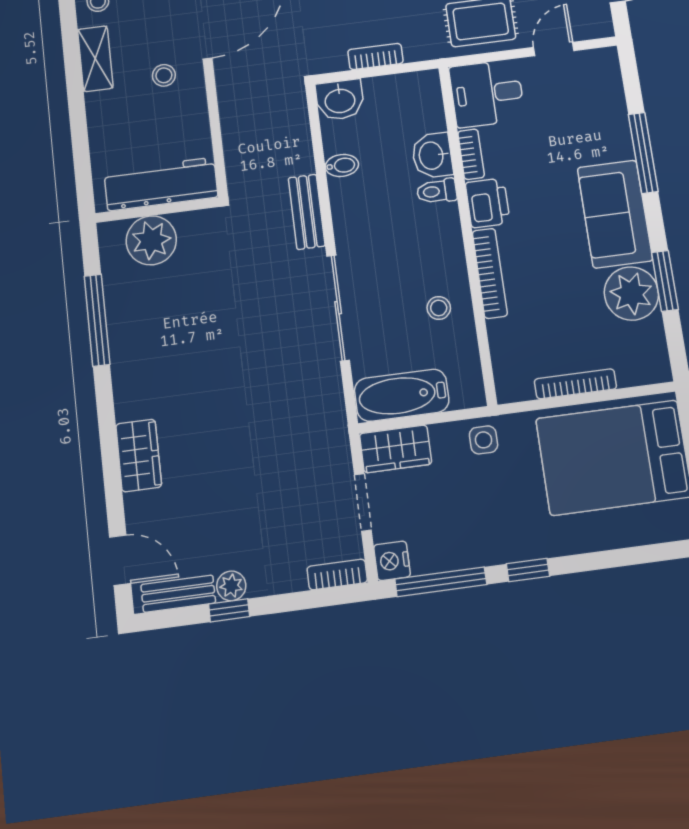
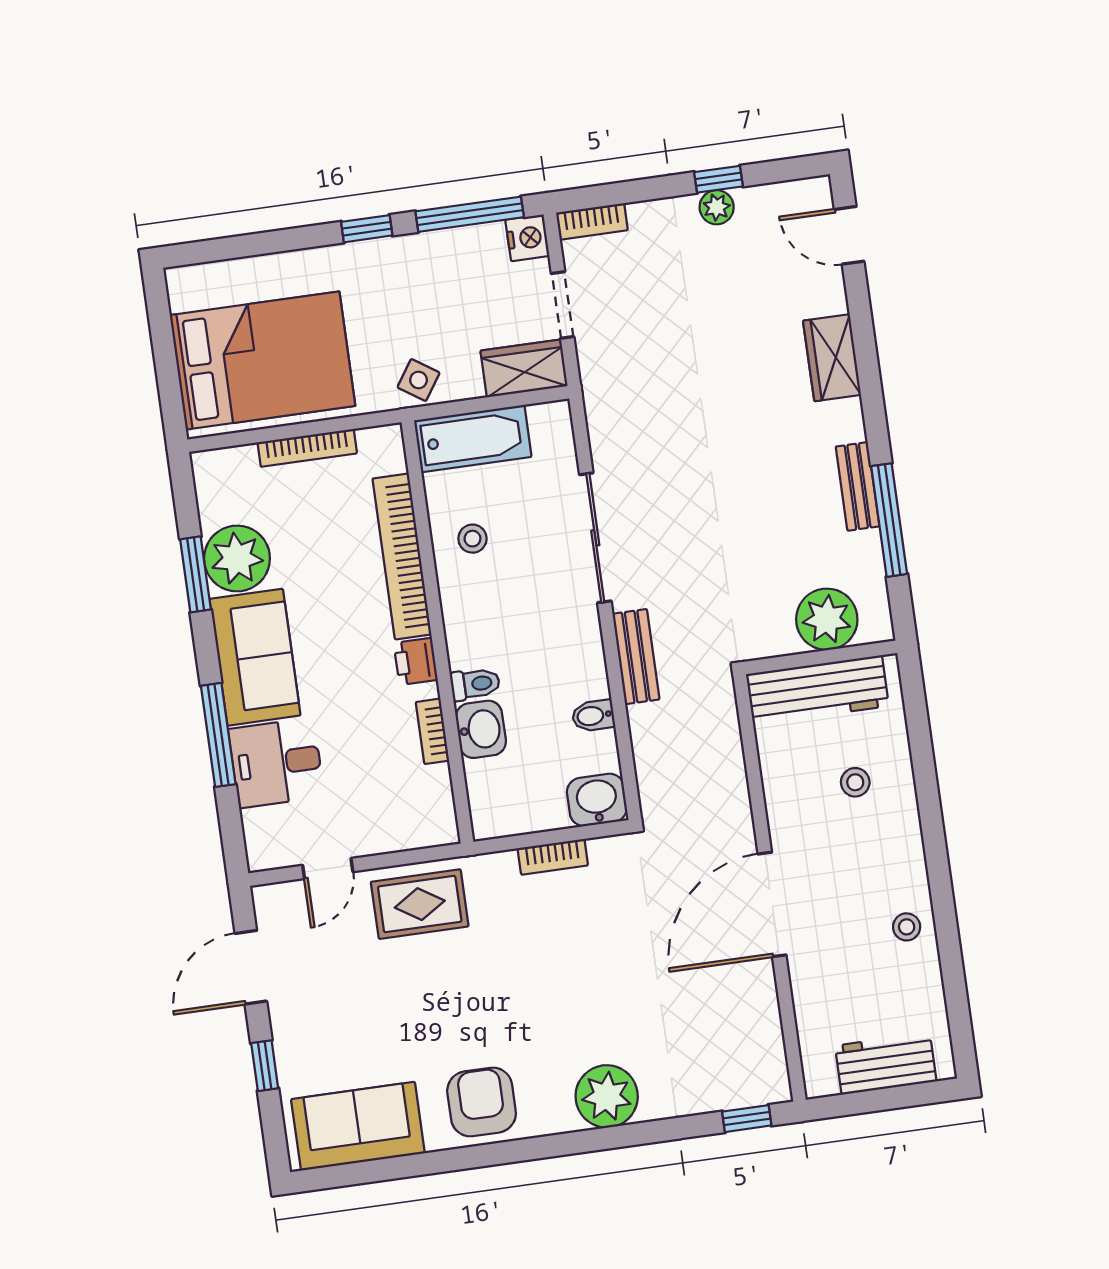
shelving: (95, 59) -> (906, 851), removed
stool: (164, 75) -> (855, 782), moved
desk: (487, 93) -> (276, 763), moved, turned 180
printer: (488, 203) -> (416, 661), width x0.73, depth x0.81
bookcase: (490, 273) -> (402, 556), width x1.48, depth x1.31
bathtub: (402, 395) -> (473, 439), moved
side table: (484, 440) -> (419, 380), turned 34
bench: (178, 594) -> (858, 486), moved, turned 90

